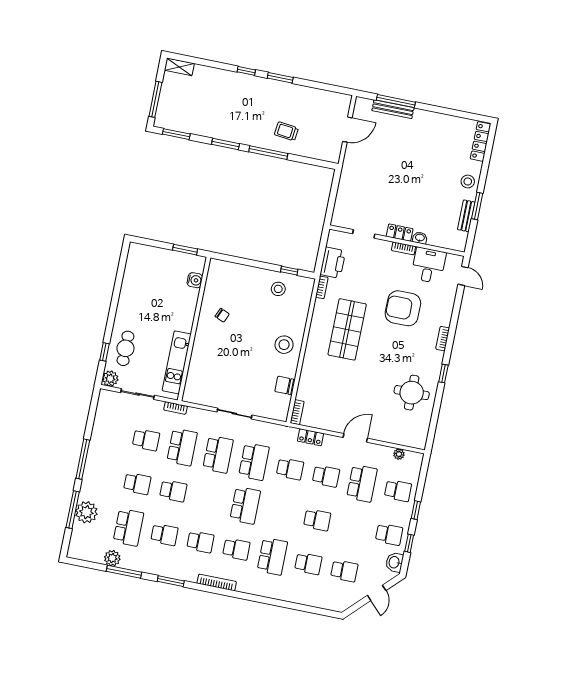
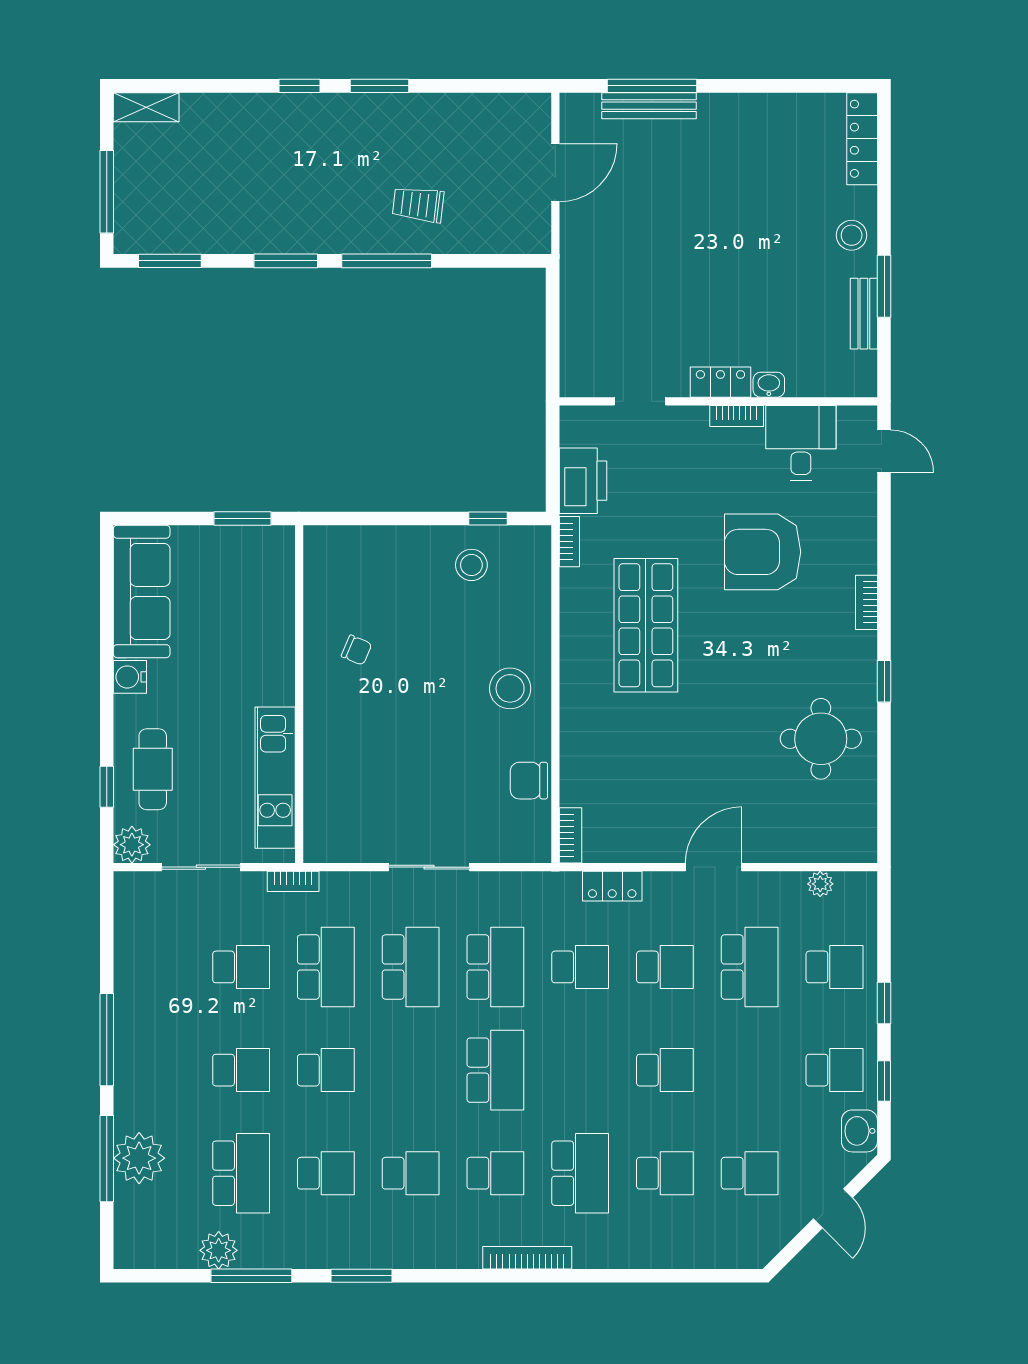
sofa: (136, 272) -> (142, 591), added
water cooler: (195, 280) -> (130, 677), moved, turned 180
bookcase: (217, 582) -> (527, 1258), moved

